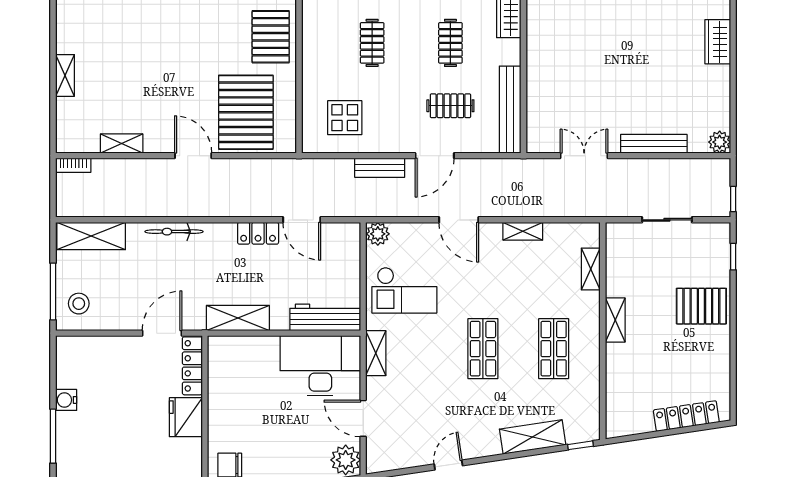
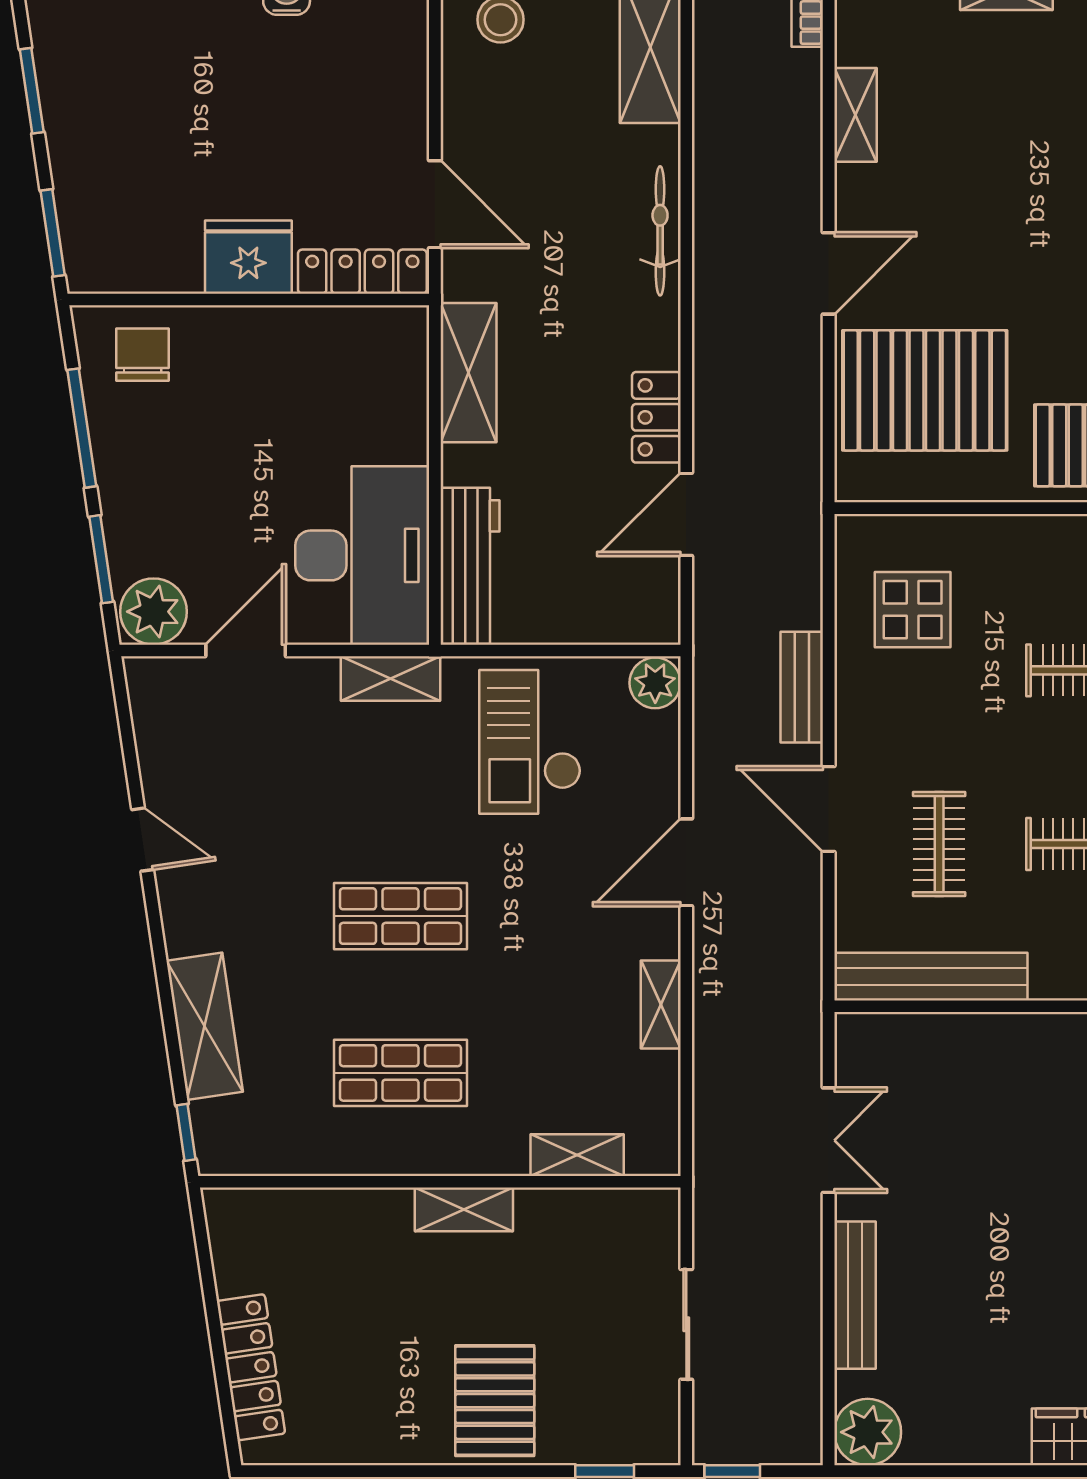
plant: (720, 142) -> (868, 1432), width x1.36, depth x1.36

